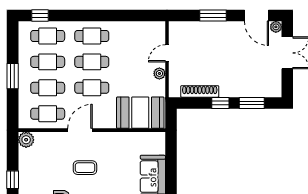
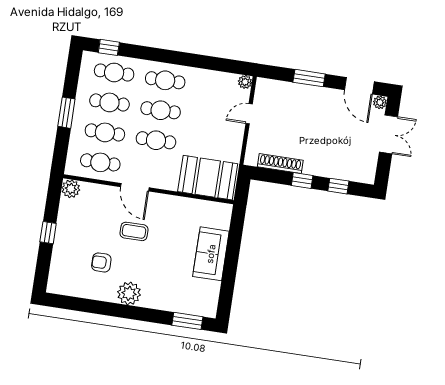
plant: (159, 73) -> (245, 82), moved
window: (252, 103) -> (338, 186), width x0.67
door: (80, 130) -> (135, 187), swing flipped

